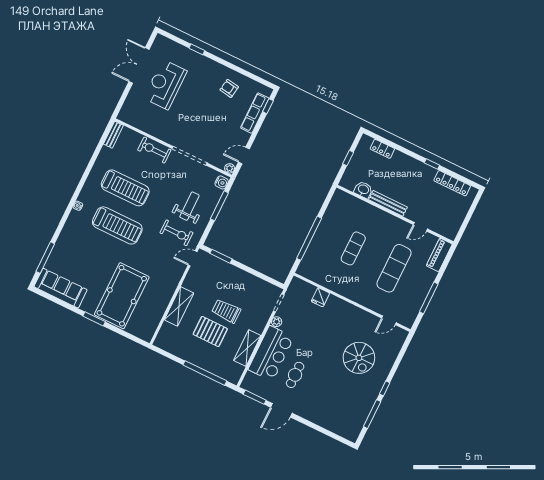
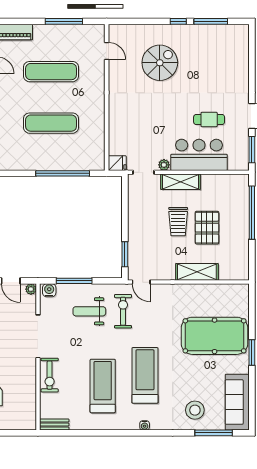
exercise mat: (353, 248) -> (51, 123), width x1.36, depth x1.45
stool: (71, 252) -> (195, 410), added
fridge: (320, 297) -> (117, 163), moved
shelving: (247, 348) -> (181, 182), moved

